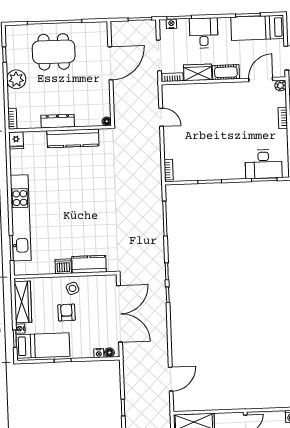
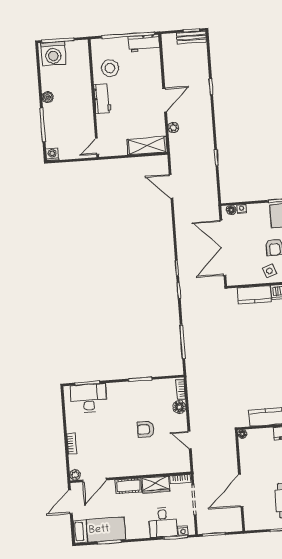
desk: (204, 33) -> (163, 522), moved
armchair: (206, 130) -> (146, 429), added
floor lamp: (170, 151) -> (179, 407), added
door: (171, 379) -> (171, 186), hinge flipped

